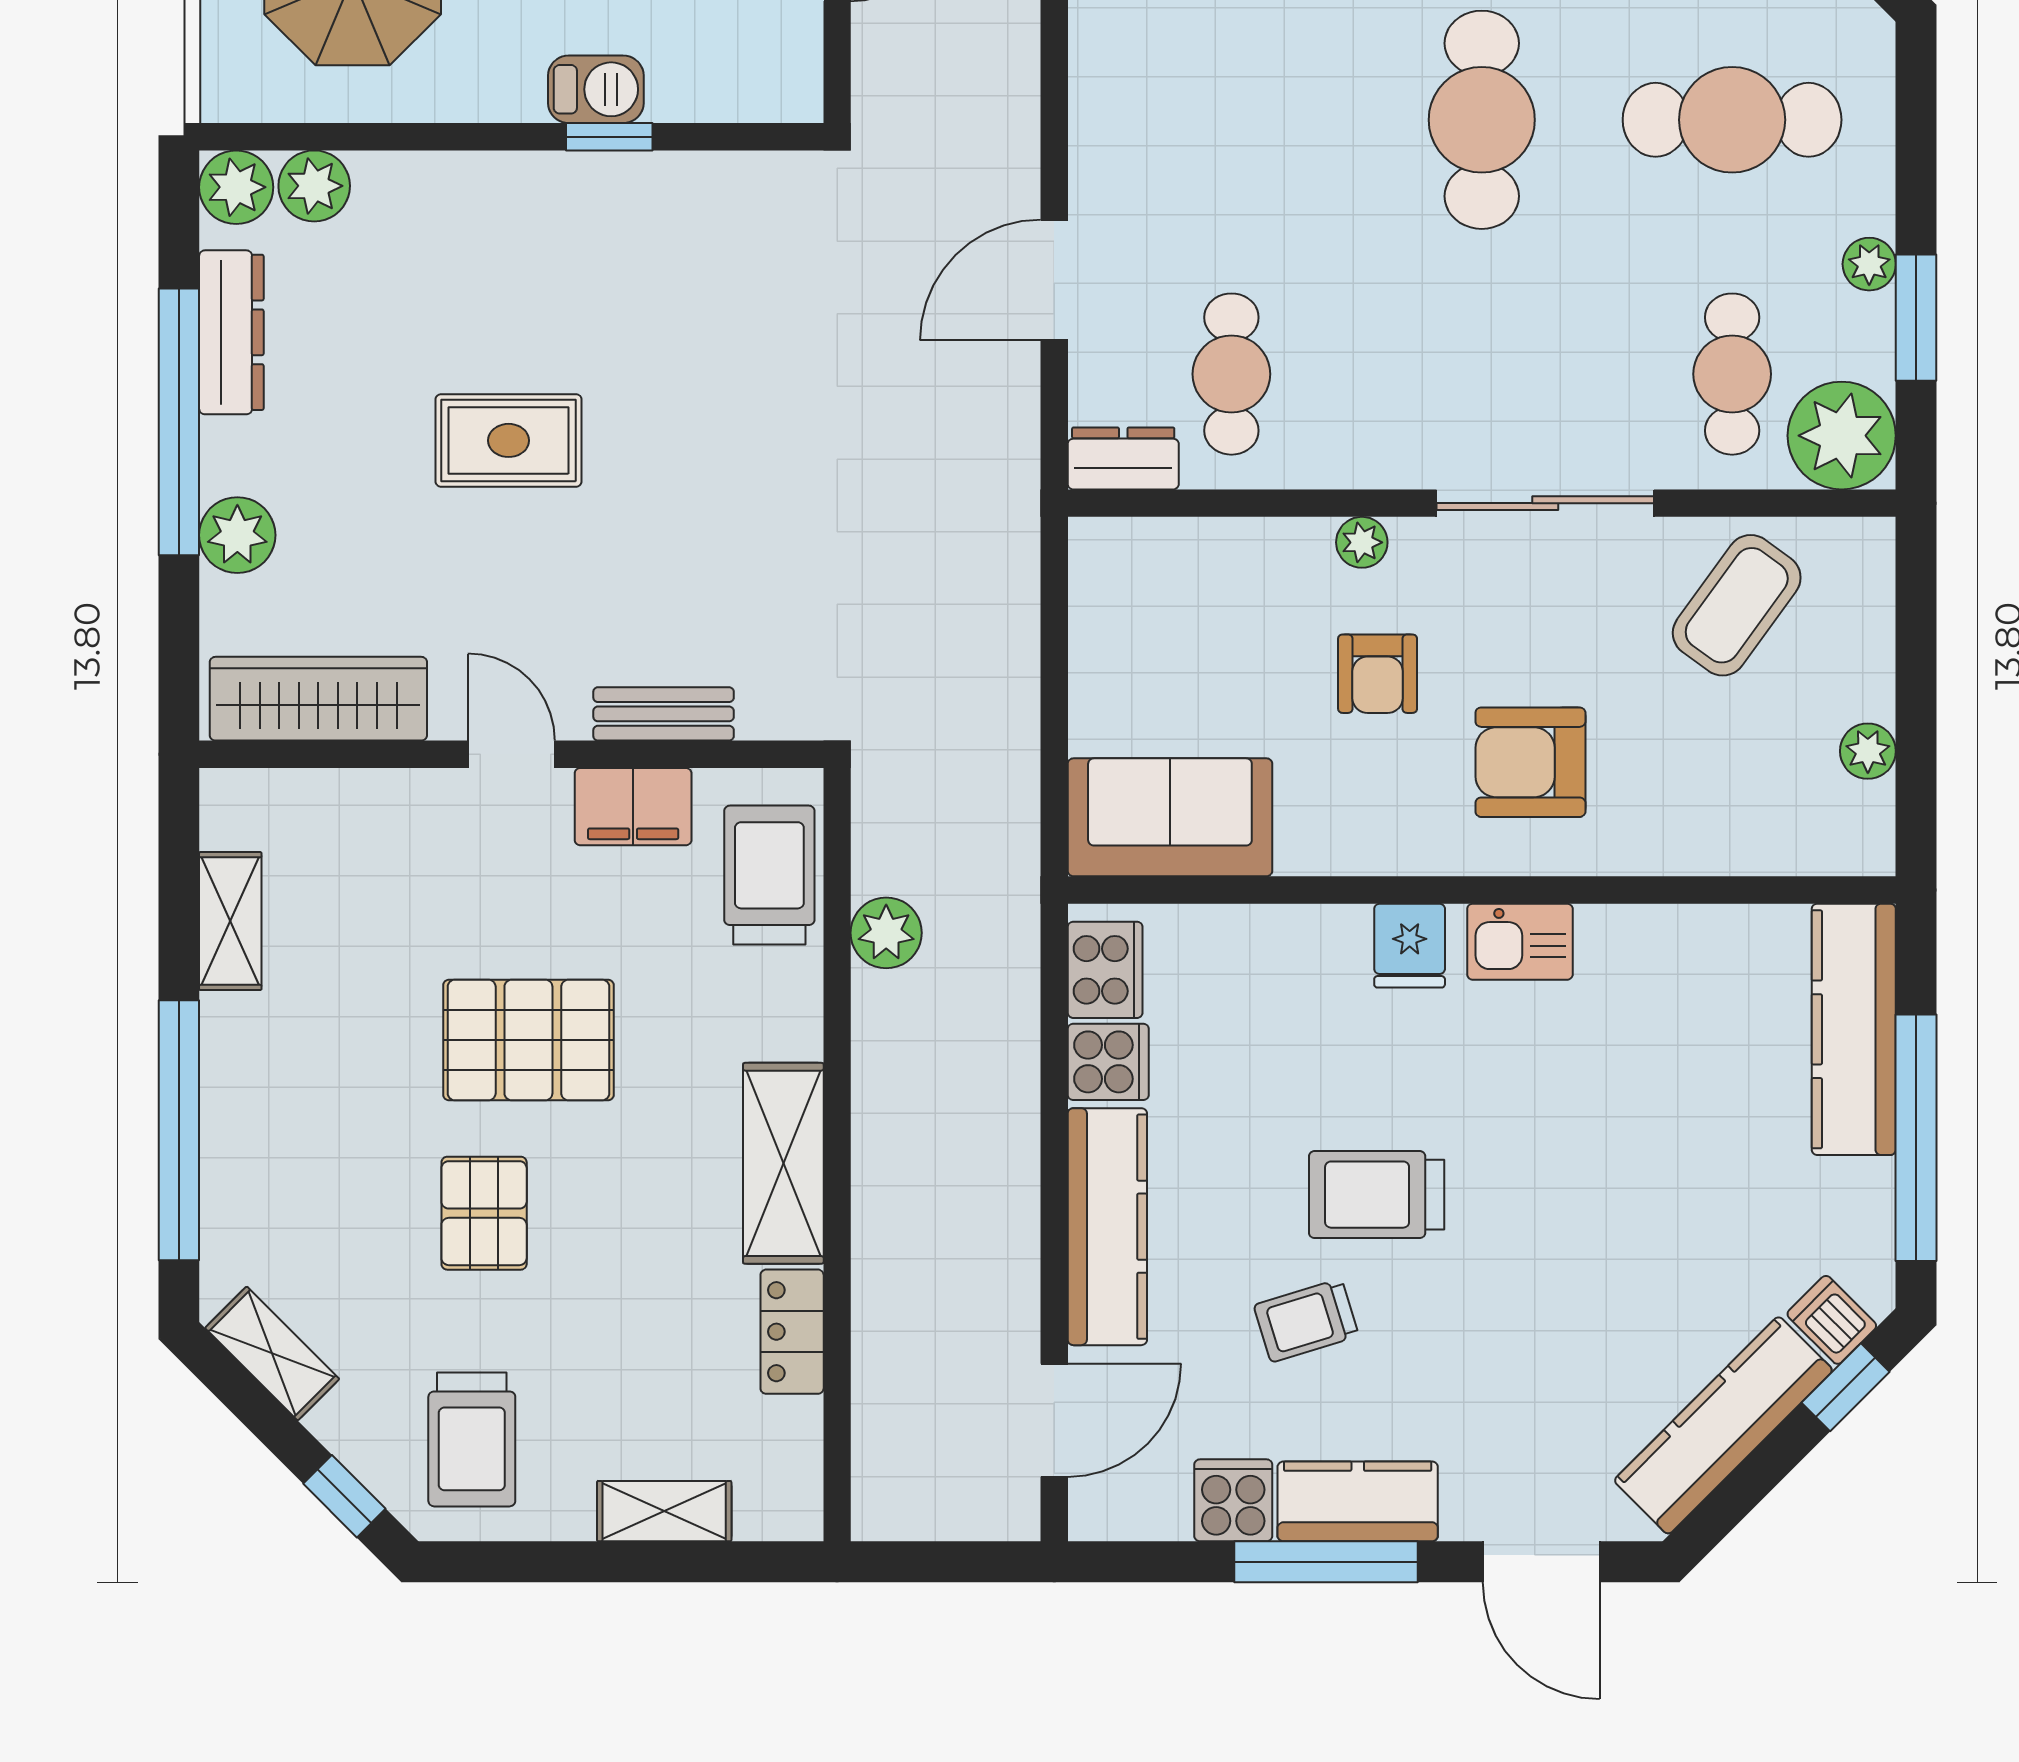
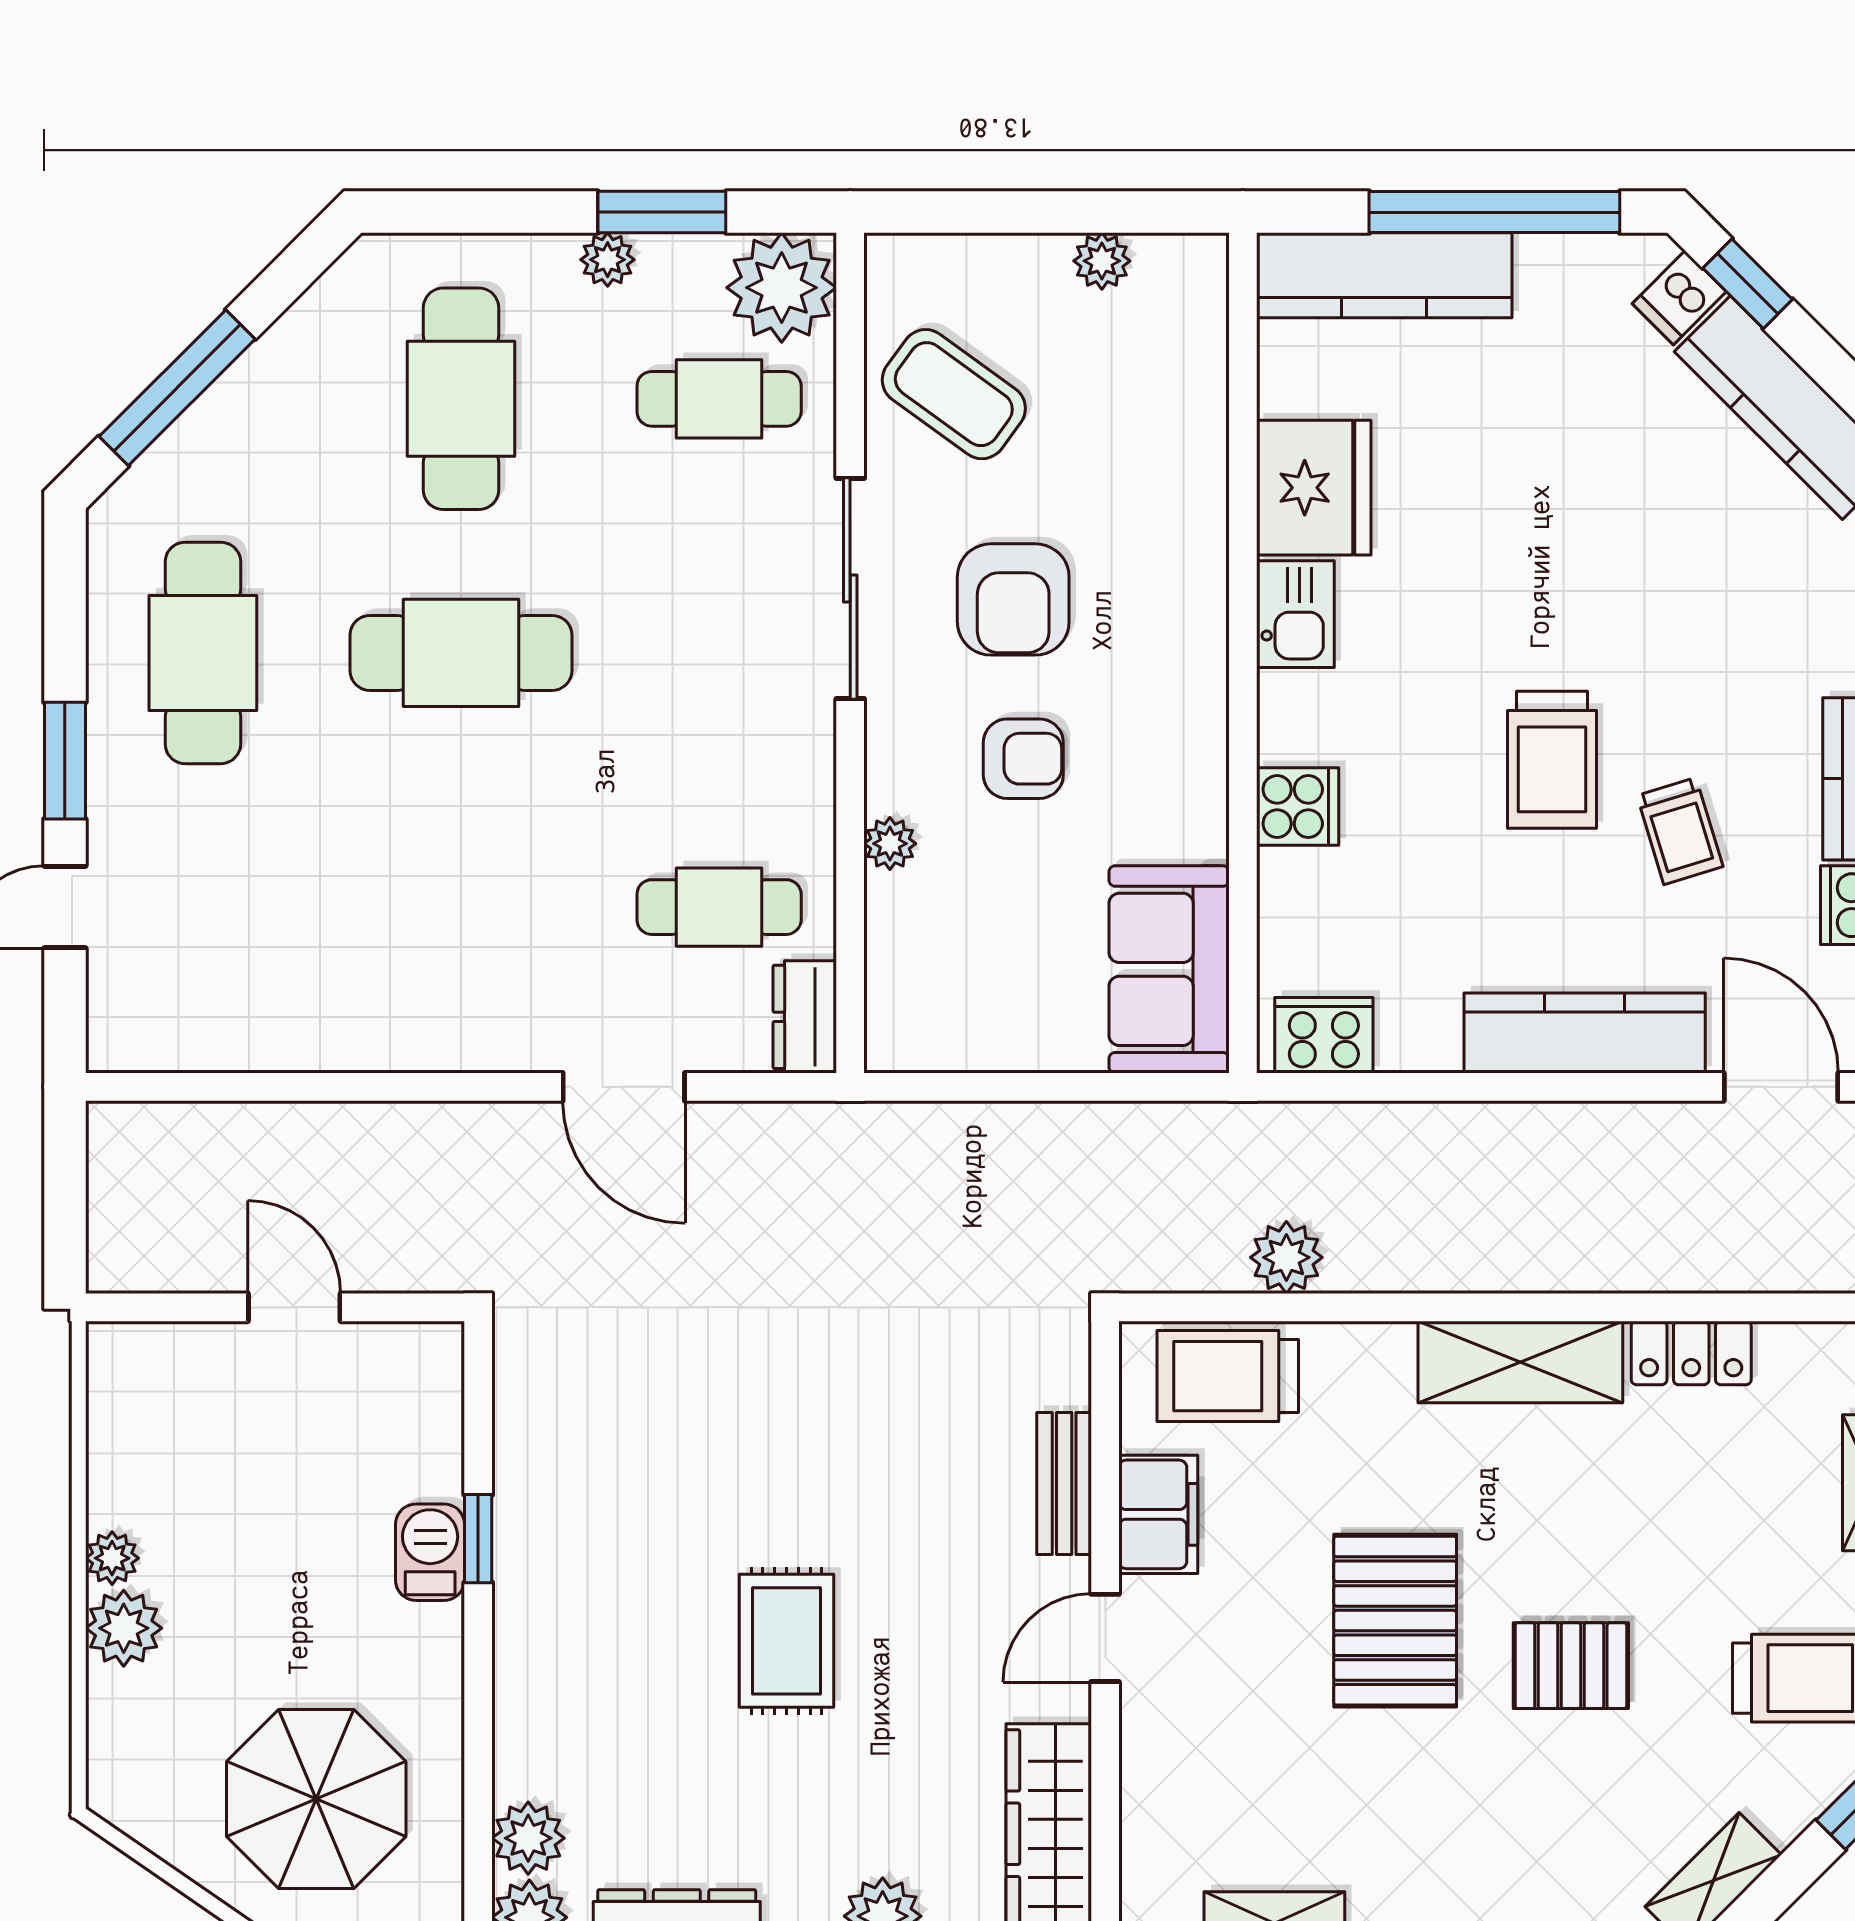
plant: (1362, 542) -> (890, 844), moved
armchair: (1530, 762) -> (1013, 599), moved
fridge: (1410, 946) -> (1314, 488), moved, width x1.88, depth x1.34
cooker: (1108, 1062) -> (1298, 806), moved, turned 90

